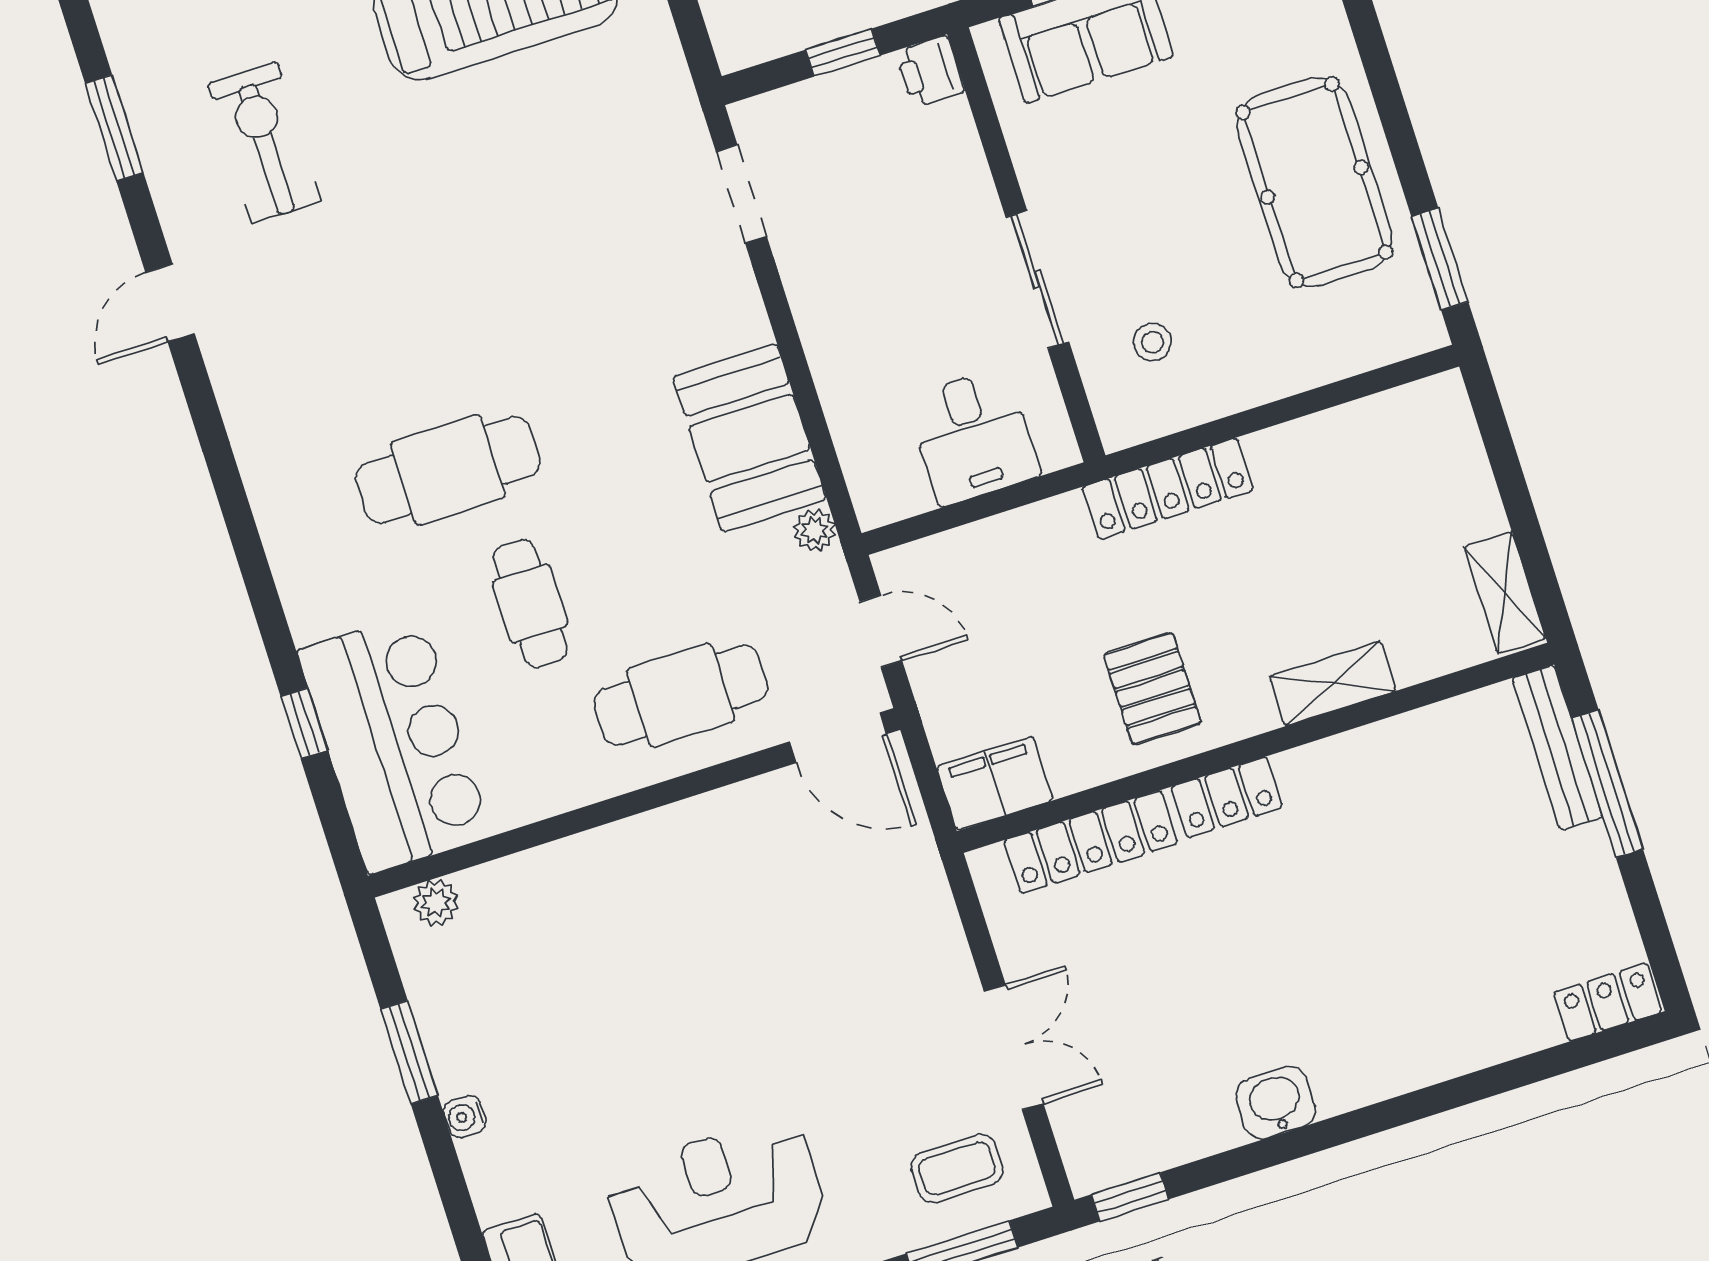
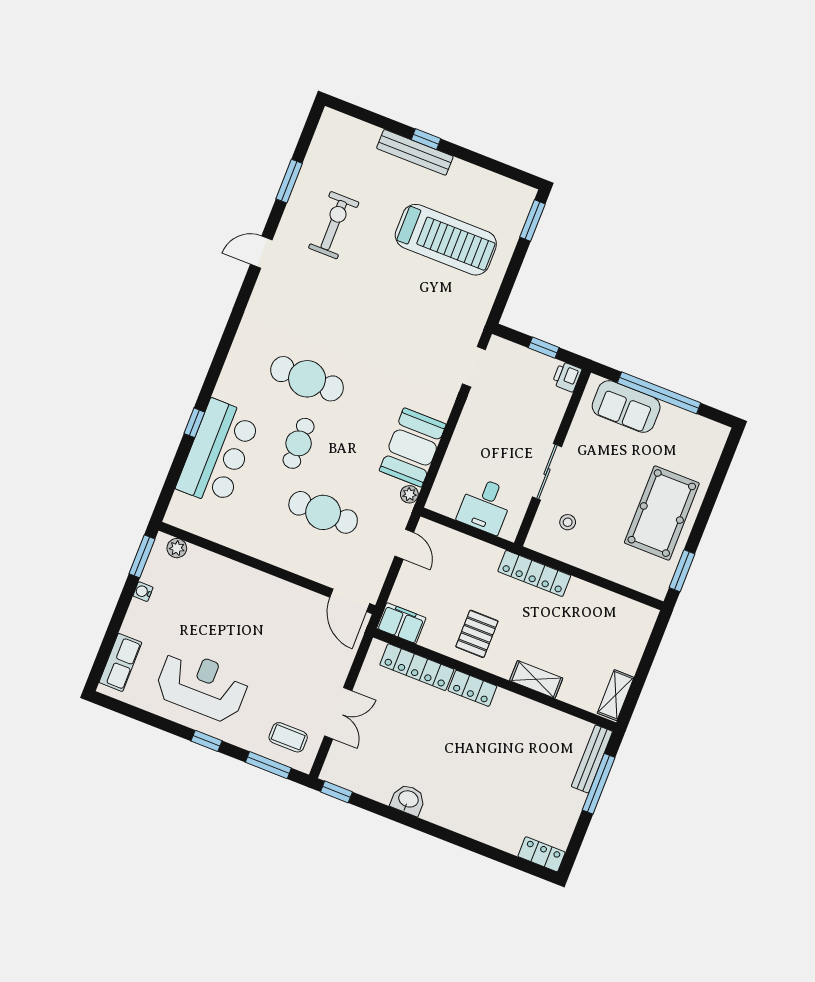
door: (838, 738) -> (350, 600), moved
wall: (634, 803) -> (267, 568), moved
plant: (436, 903) -> (177, 548), moved

